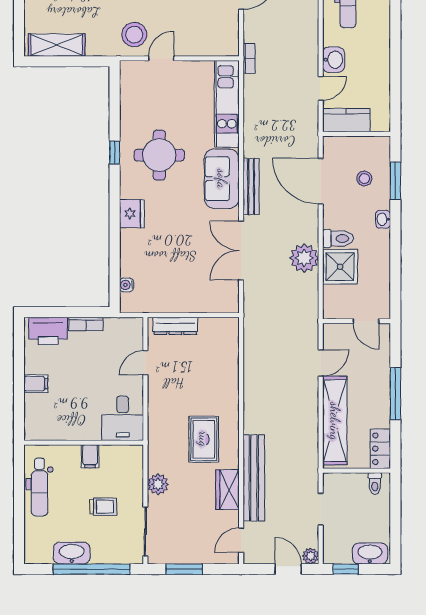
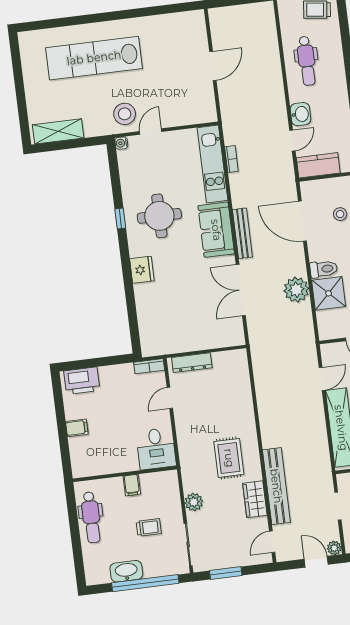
bookcase: (249, 58) -> (231, 159), moved
water cooler: (126, 285) -> (121, 143), moved
bookcase: (86, 324) -> (149, 366), moved

